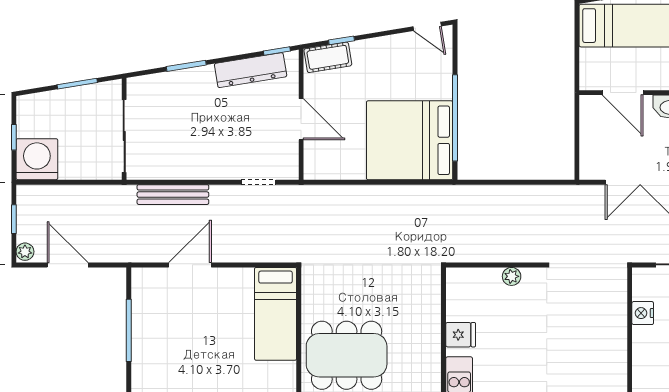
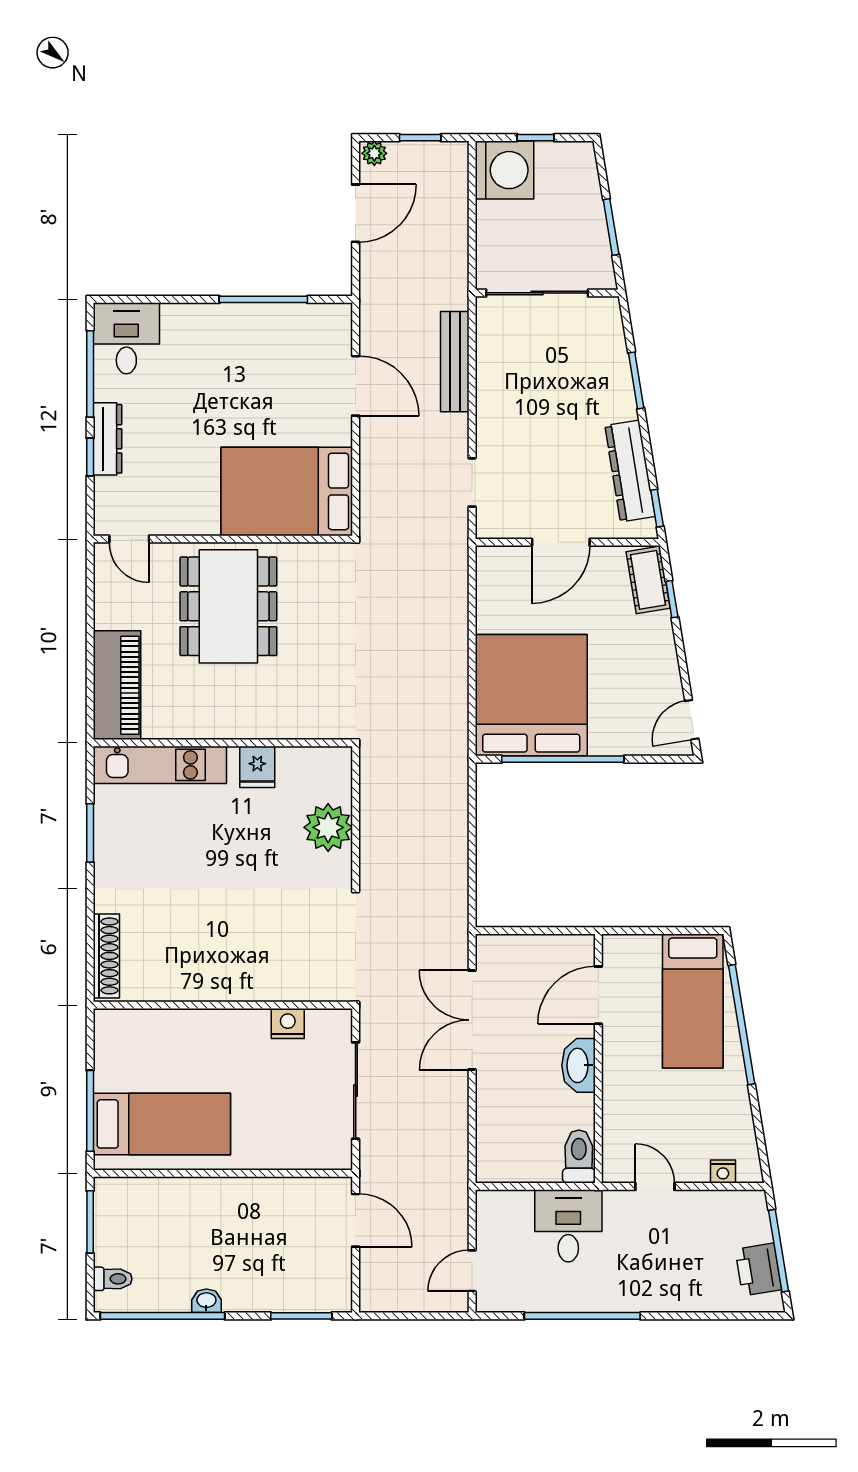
plant: (512, 276) -> (328, 827), width x1.88, depth x1.88
bed: (276, 314) -> (287, 491), width x1.50

